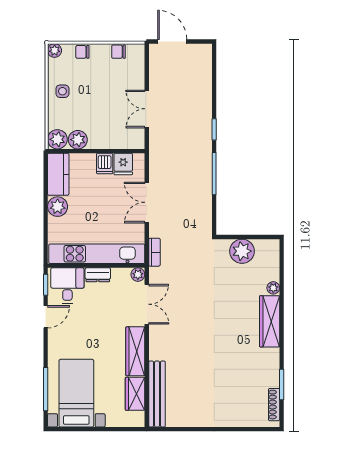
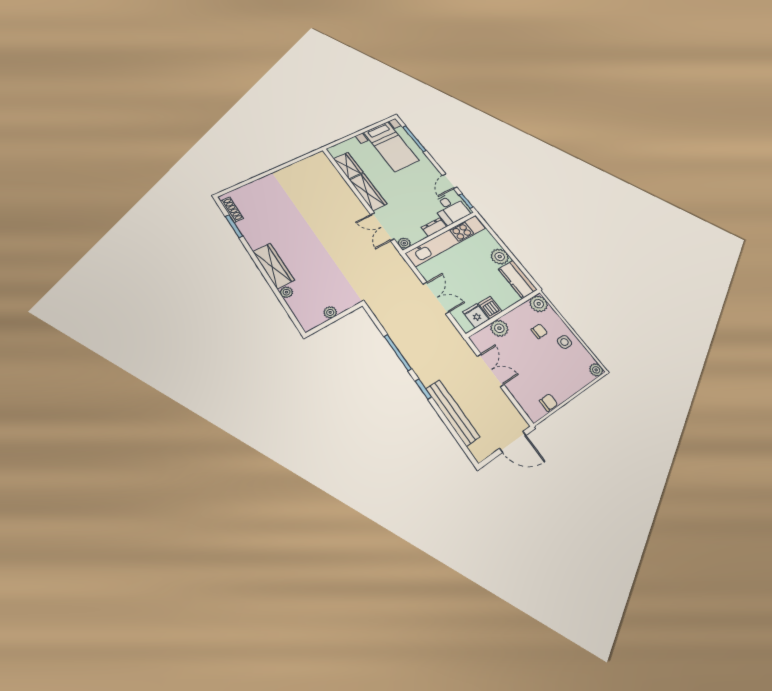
chair: (82, 52) -> (539, 331), moved
plant: (78, 140) -> (499, 328), moved
plant: (242, 251) -> (330, 312), width x0.53, depth x0.53
bookcase: (154, 252) -> (403, 265), removed
bench: (157, 394) -> (452, 413), moved

